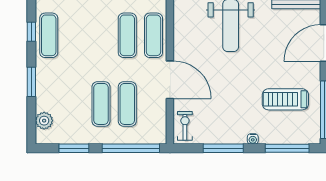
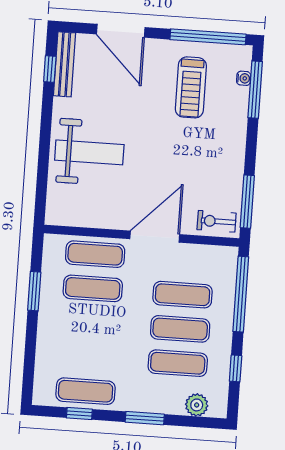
exercise mat: (75, 104) -> (178, 363), added
water cooler: (253, 139) -> (244, 78), moved
window: (74, 148) -> (236, 368), width x0.67
window: (223, 148) -> (247, 202), moved

